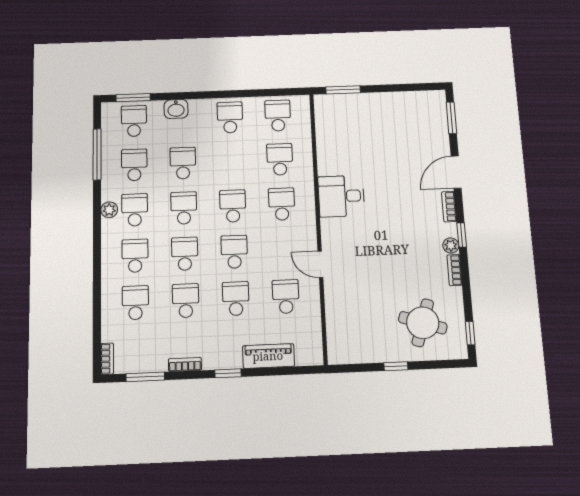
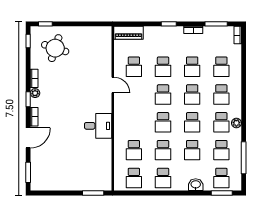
school desk: (282, 204) -> (163, 150), moved
piano: (268, 356) -> (129, 33), moved
window: (396, 366) -> (45, 24), moved

